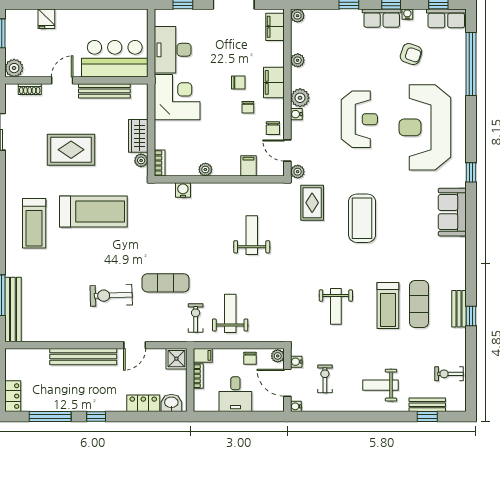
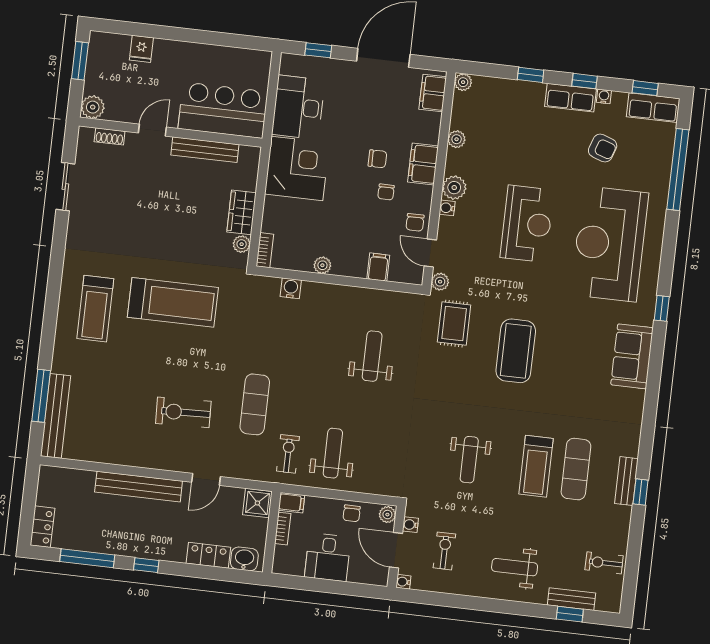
rug: (71, 150) -> (153, 220), removed
exercise mat: (166, 283) -> (255, 404), turned 90

